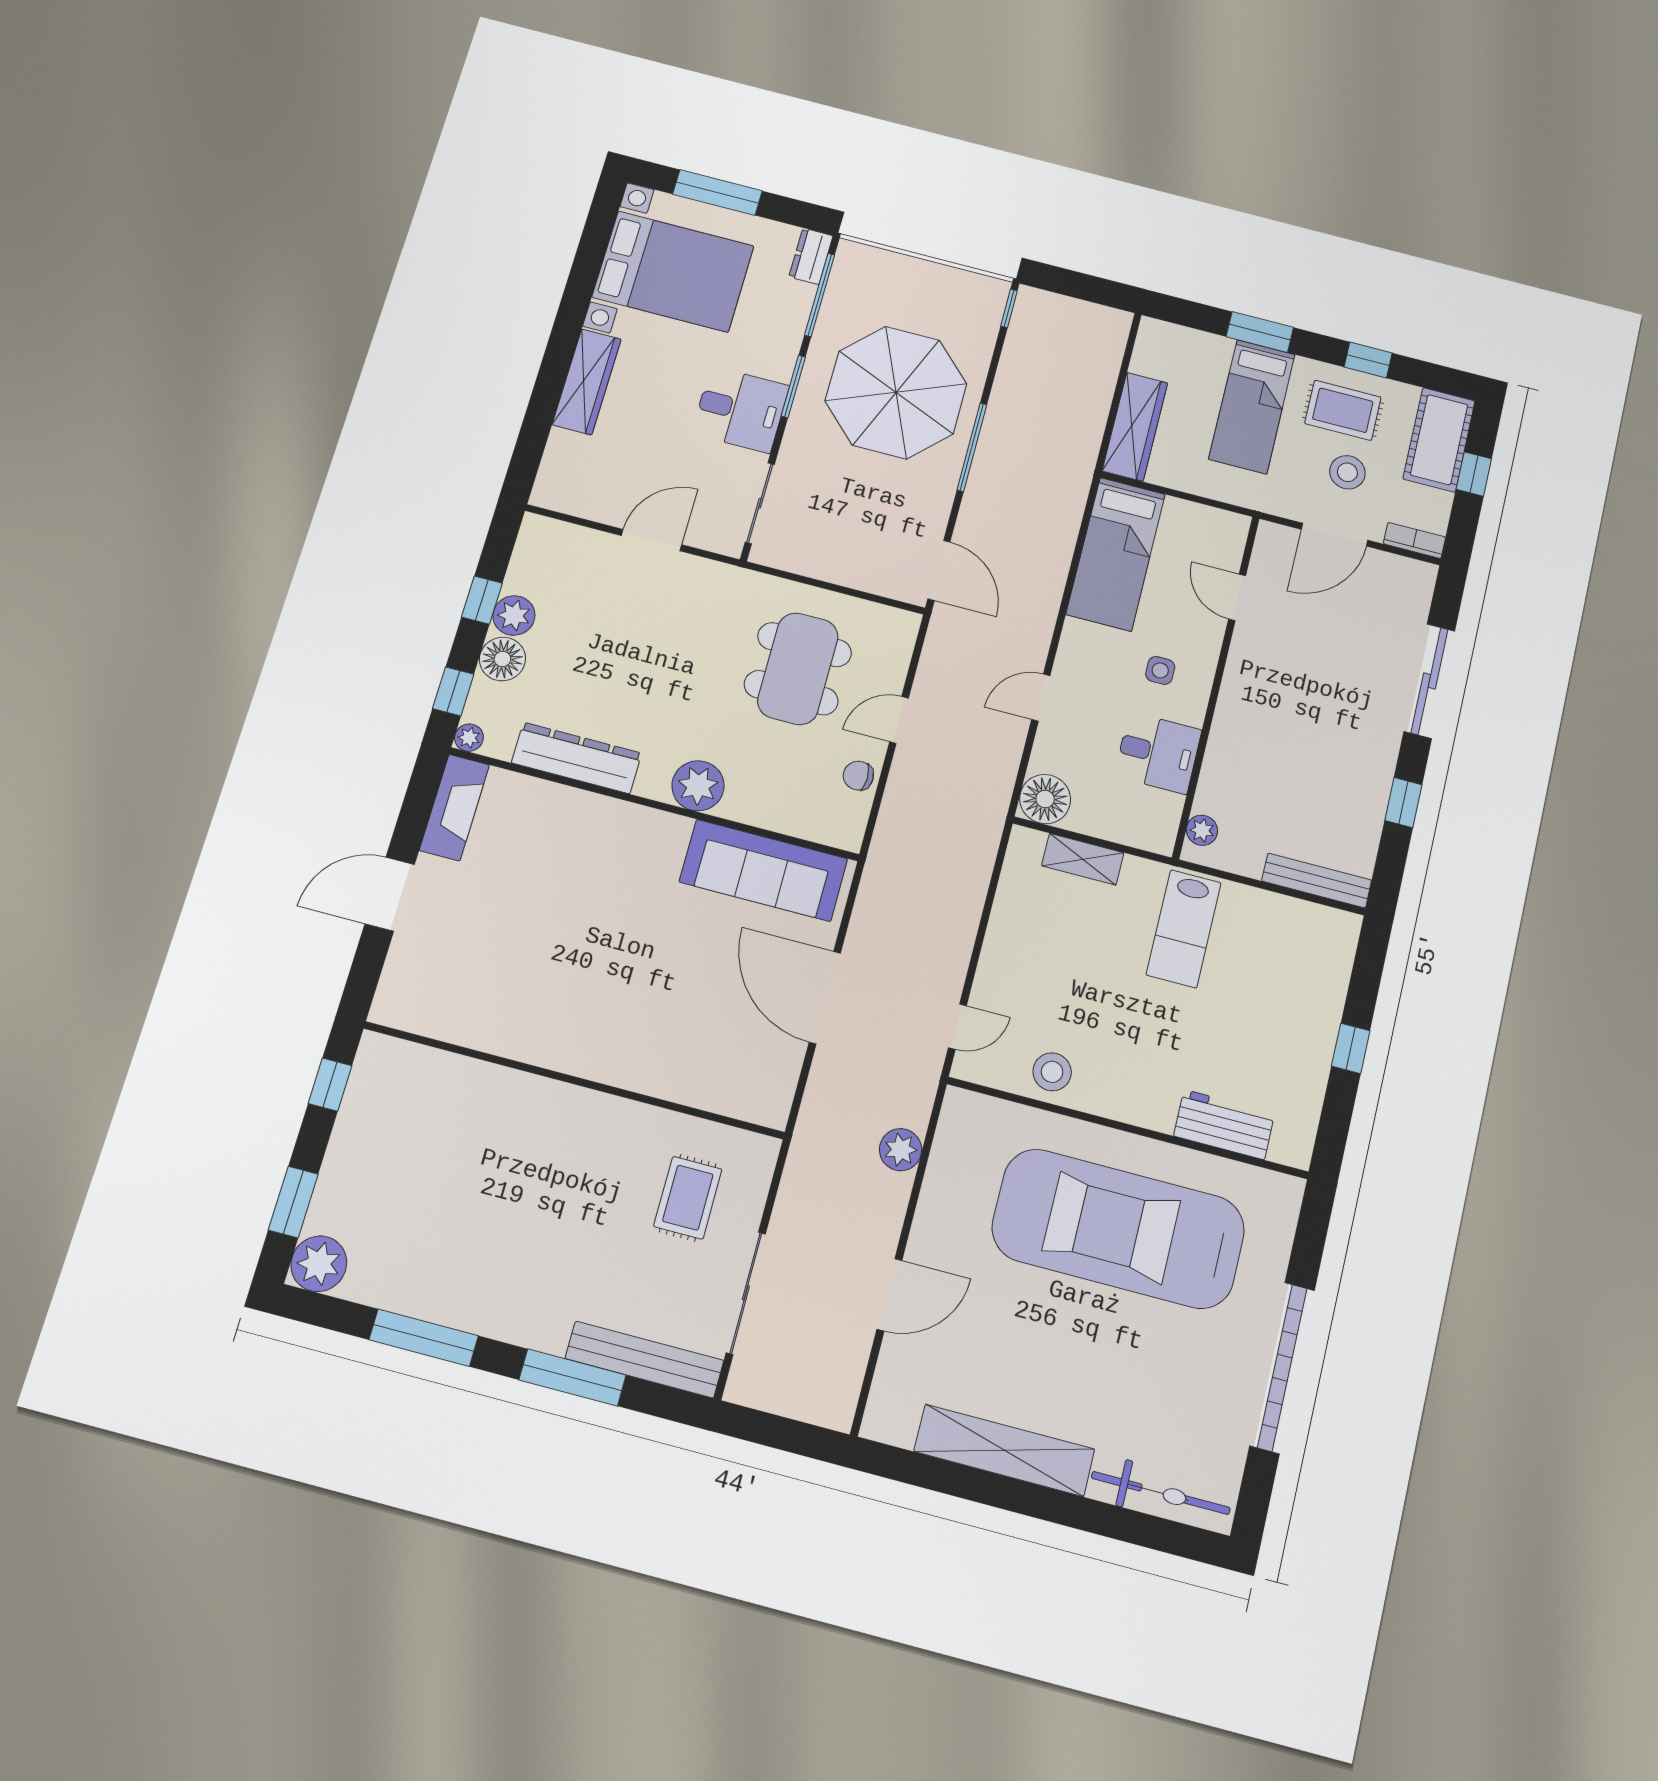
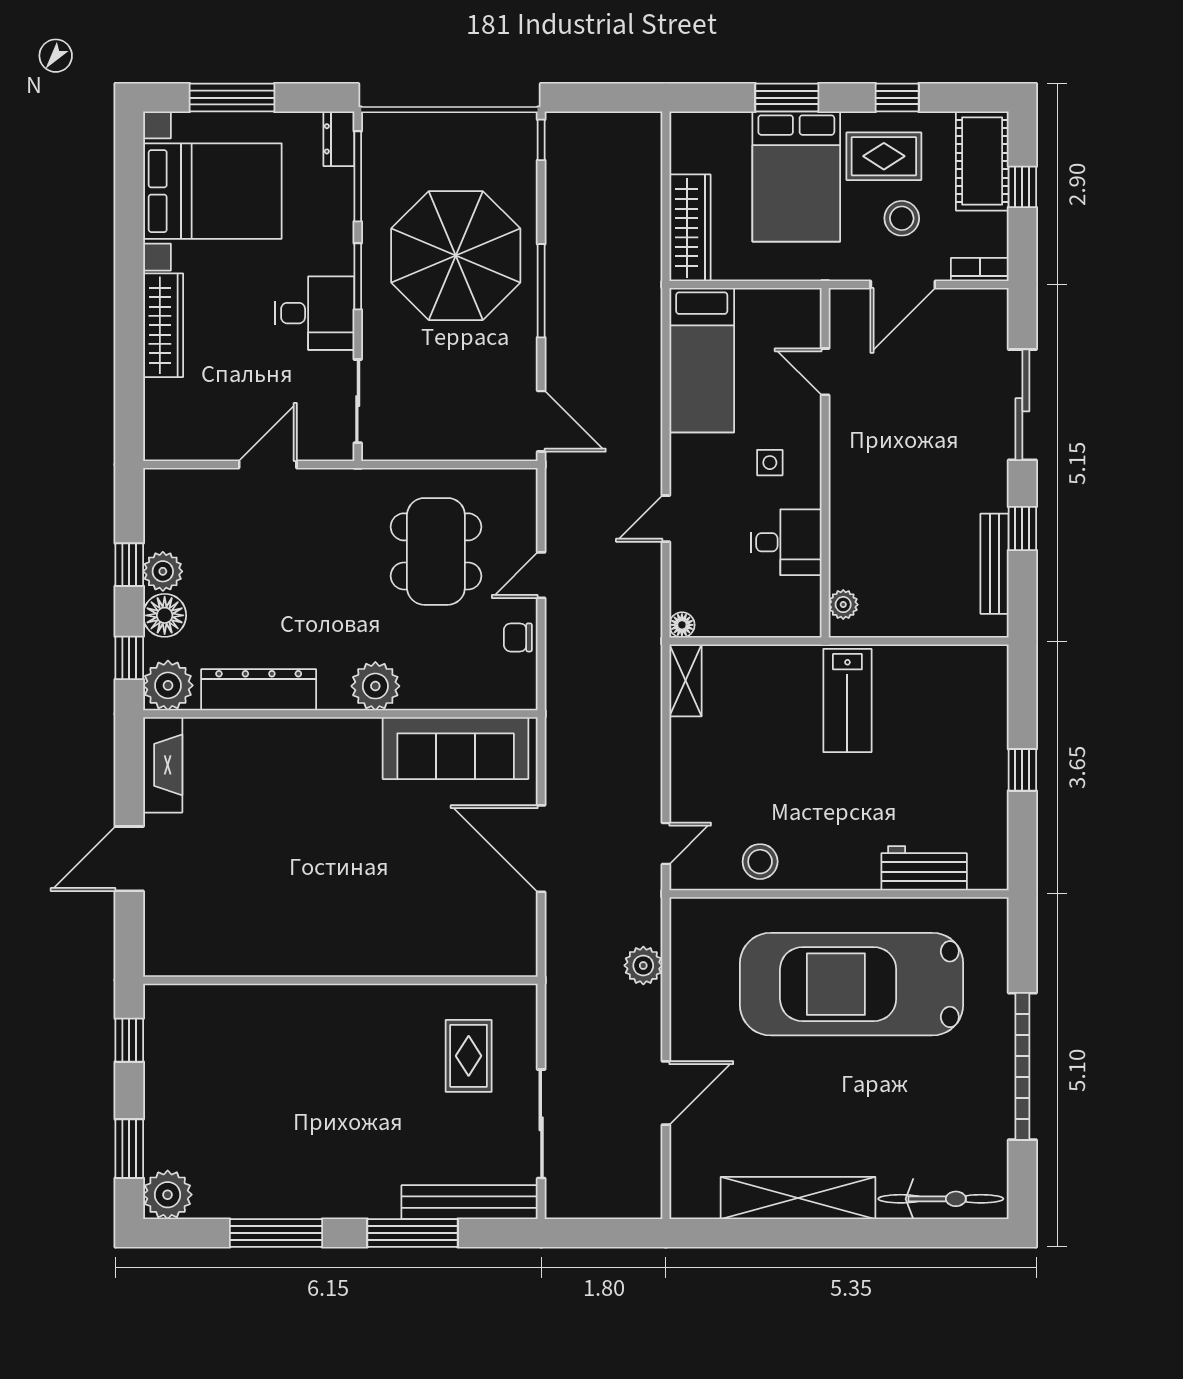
bed: (1252, 407) -> (796, 176), width x1.50
plant: (469, 738) -> (168, 685), width x1.87, depth x1.87
floor lamp: (1045, 799) -> (682, 625), width x0.53, depth x0.53
shelving: (1083, 859) -> (685, 680), moved, turned 90
bench: (1317, 881) -> (994, 564), moved, turned 90

